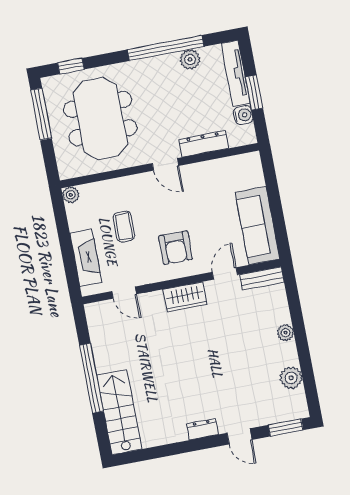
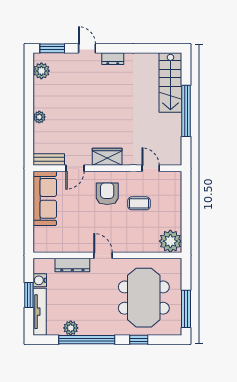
window: (71, 66) -> (139, 340), moved
plant: (71, 195) -> (170, 241), width x1.87, depth x1.87
coffee table: (124, 227) -> (139, 203), moved, turned 90
fireplace: (86, 258) -> (174, 199), removed
plant: (291, 378) -> (41, 71), moved

